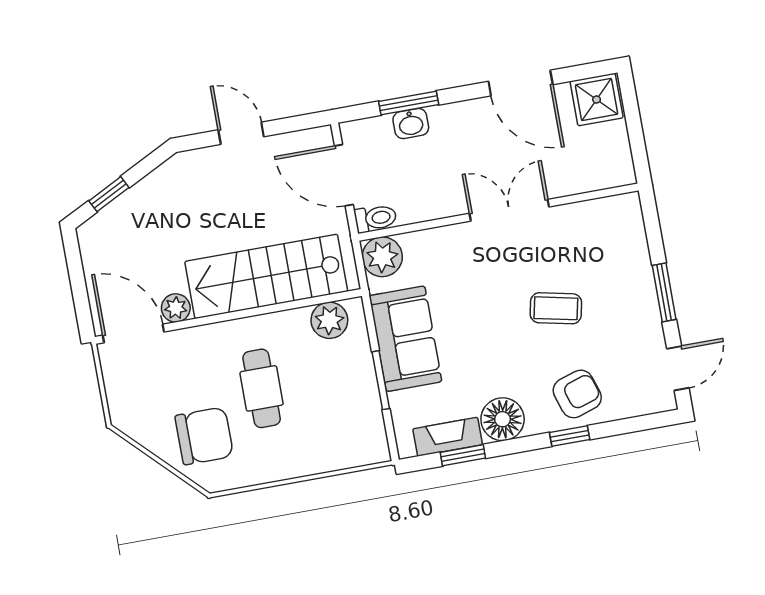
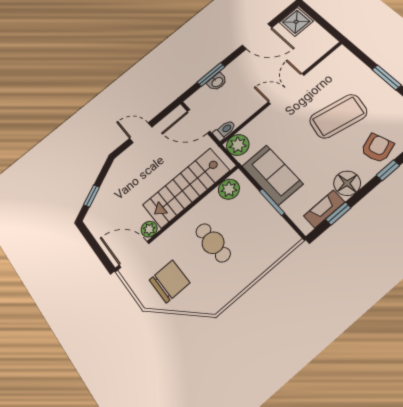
coffee table: (556, 308) -> (338, 116), width x1.86, depth x1.72
chair: (204, 436) -> (169, 281), moved

